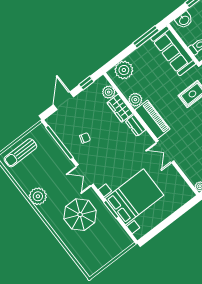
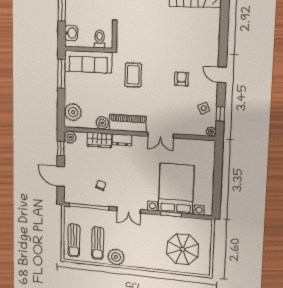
plant: (109, 92) -> (70, 137), moved
sun lounger: (36, 173) -> (98, 243), added
parasol: (80, 215) -> (183, 249), moved

